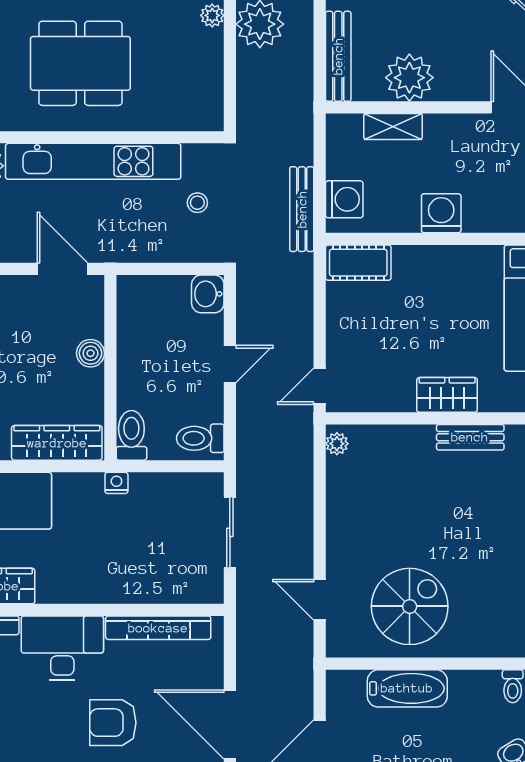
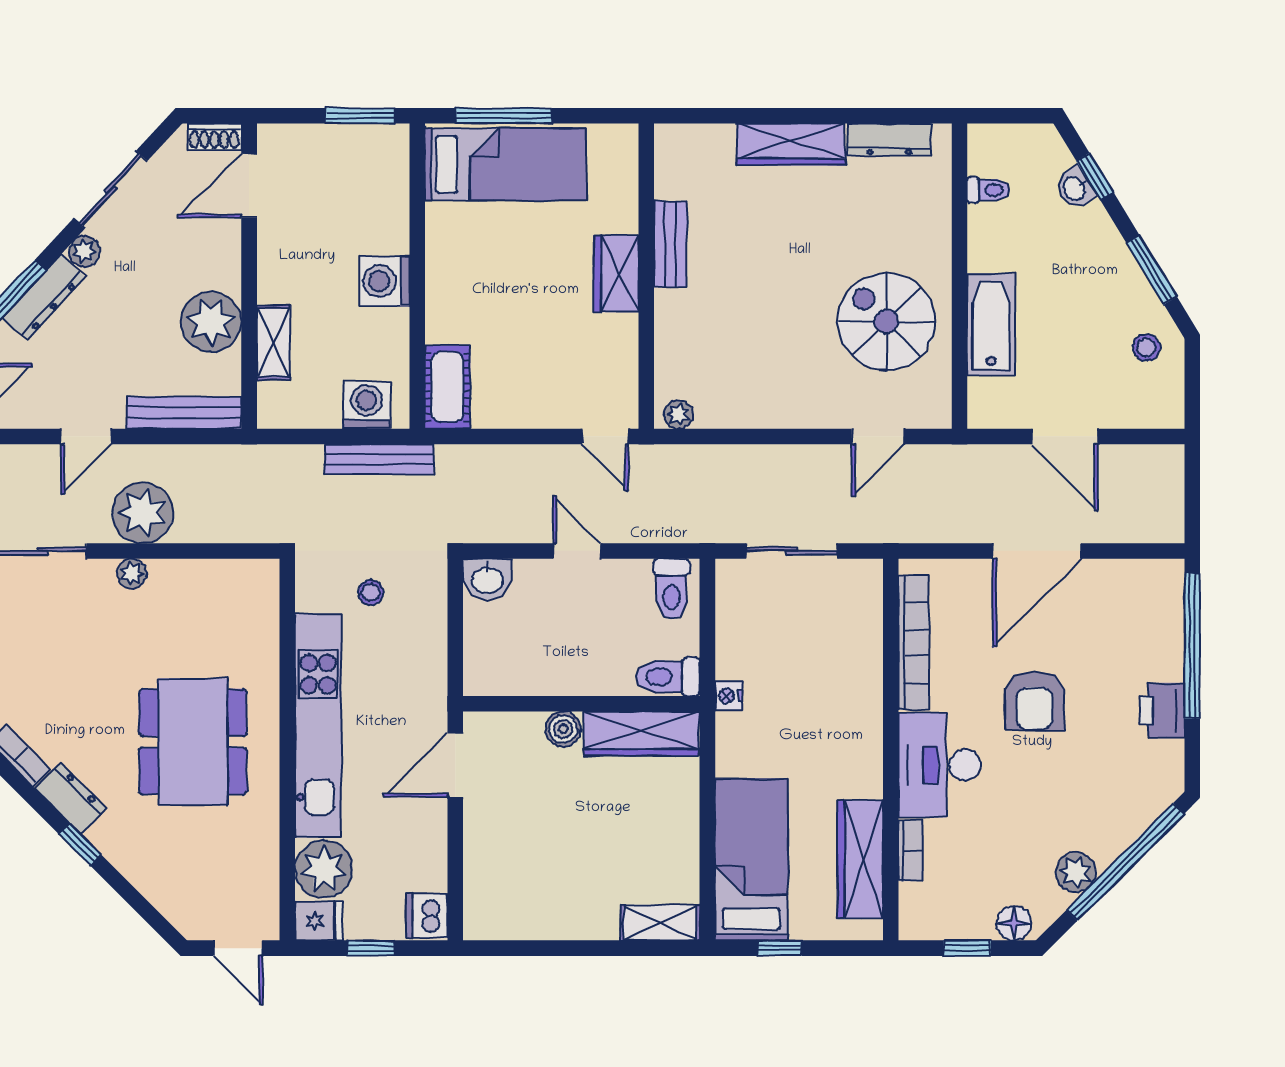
wardrobe: (57, 443) -> (641, 734), moved, turned -90

